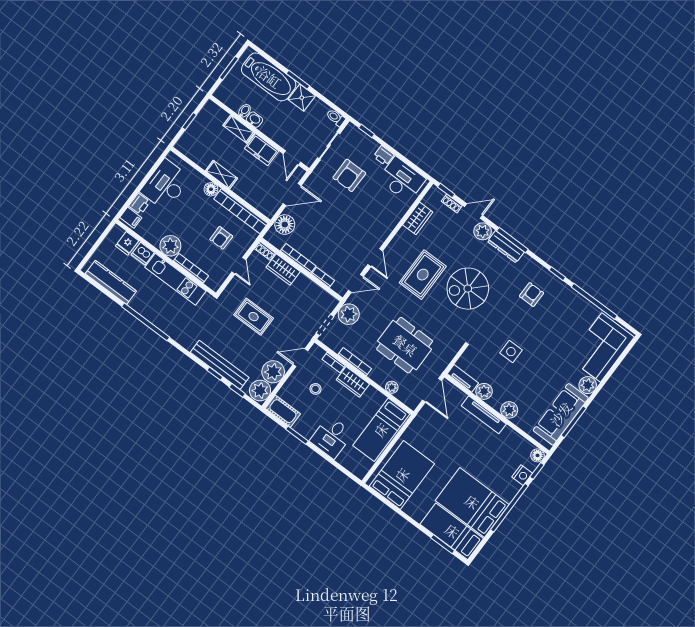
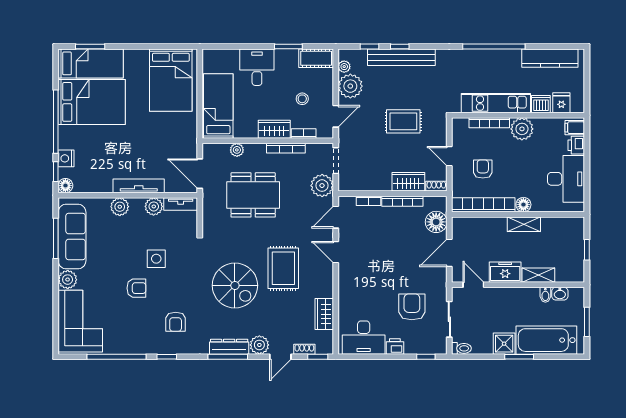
washbasin: (254, 120) -> (560, 294), moved
spiral stairs: (468, 289) -> (235, 285), turned 90
armchair: (542, 341) -> (136, 288), added
plant: (260, 390) -> (344, 67), width x0.53, depth x0.53

